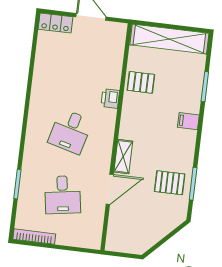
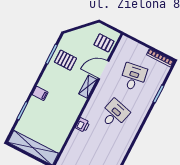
pallet: (141, 82) -> (104, 43), moved

